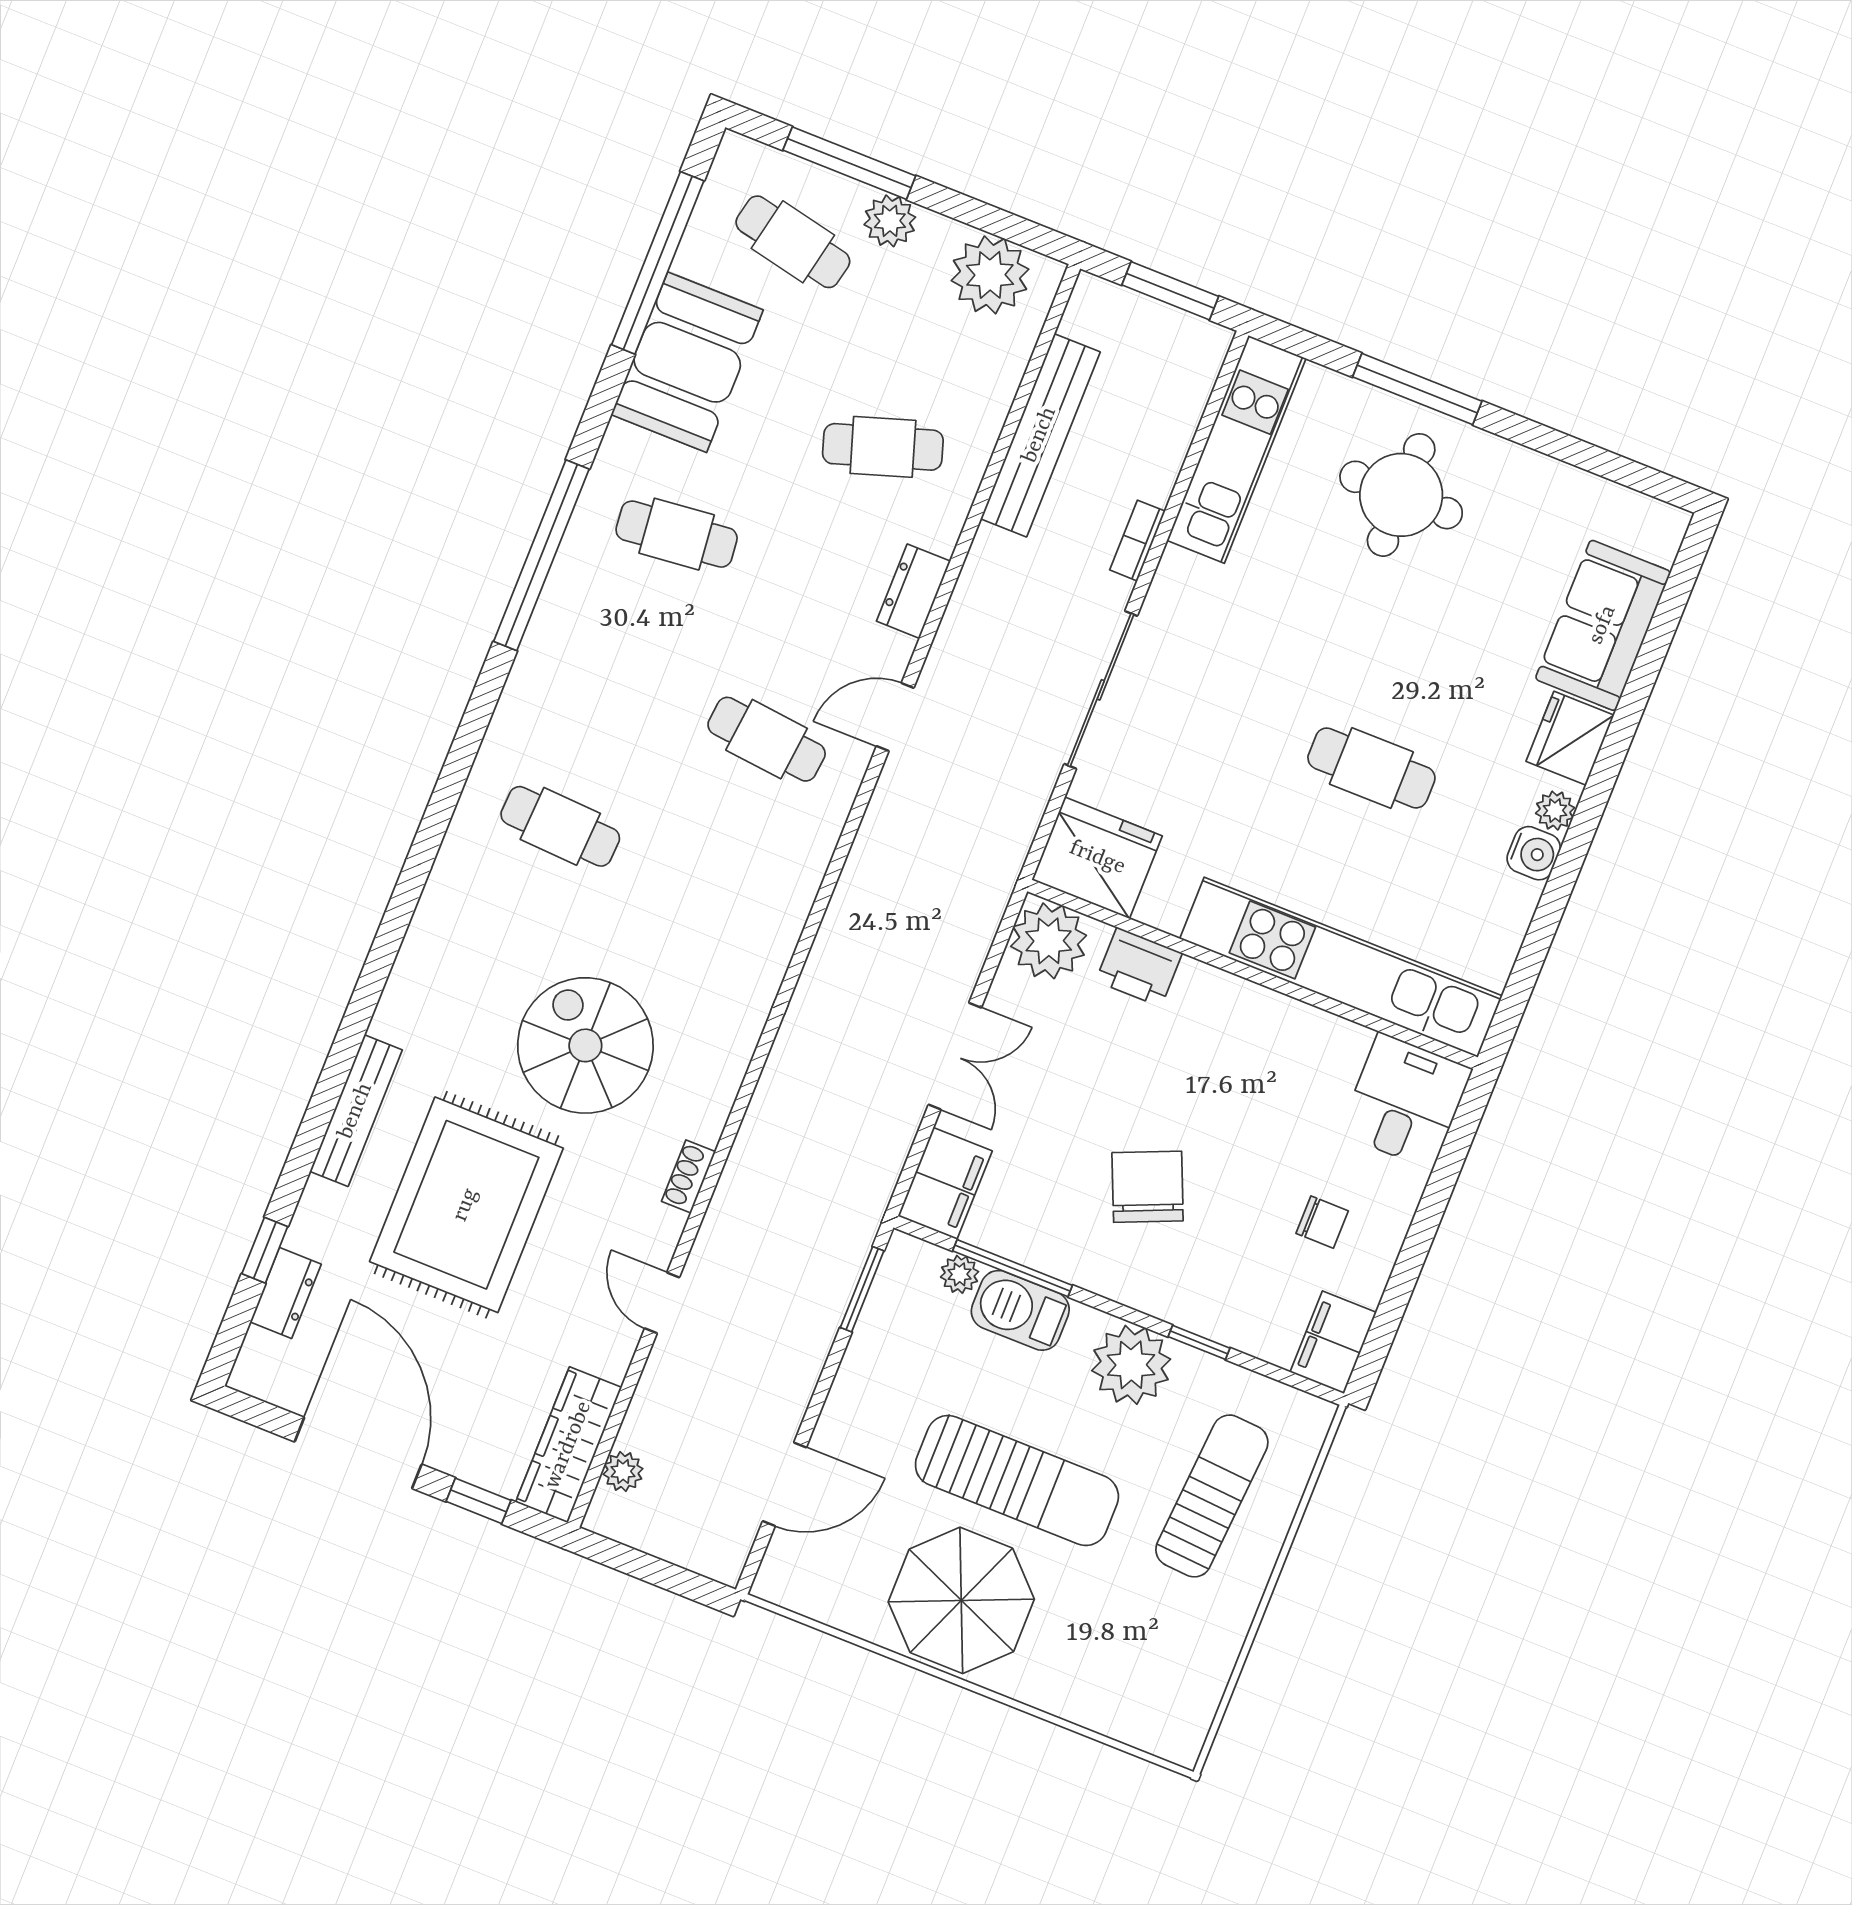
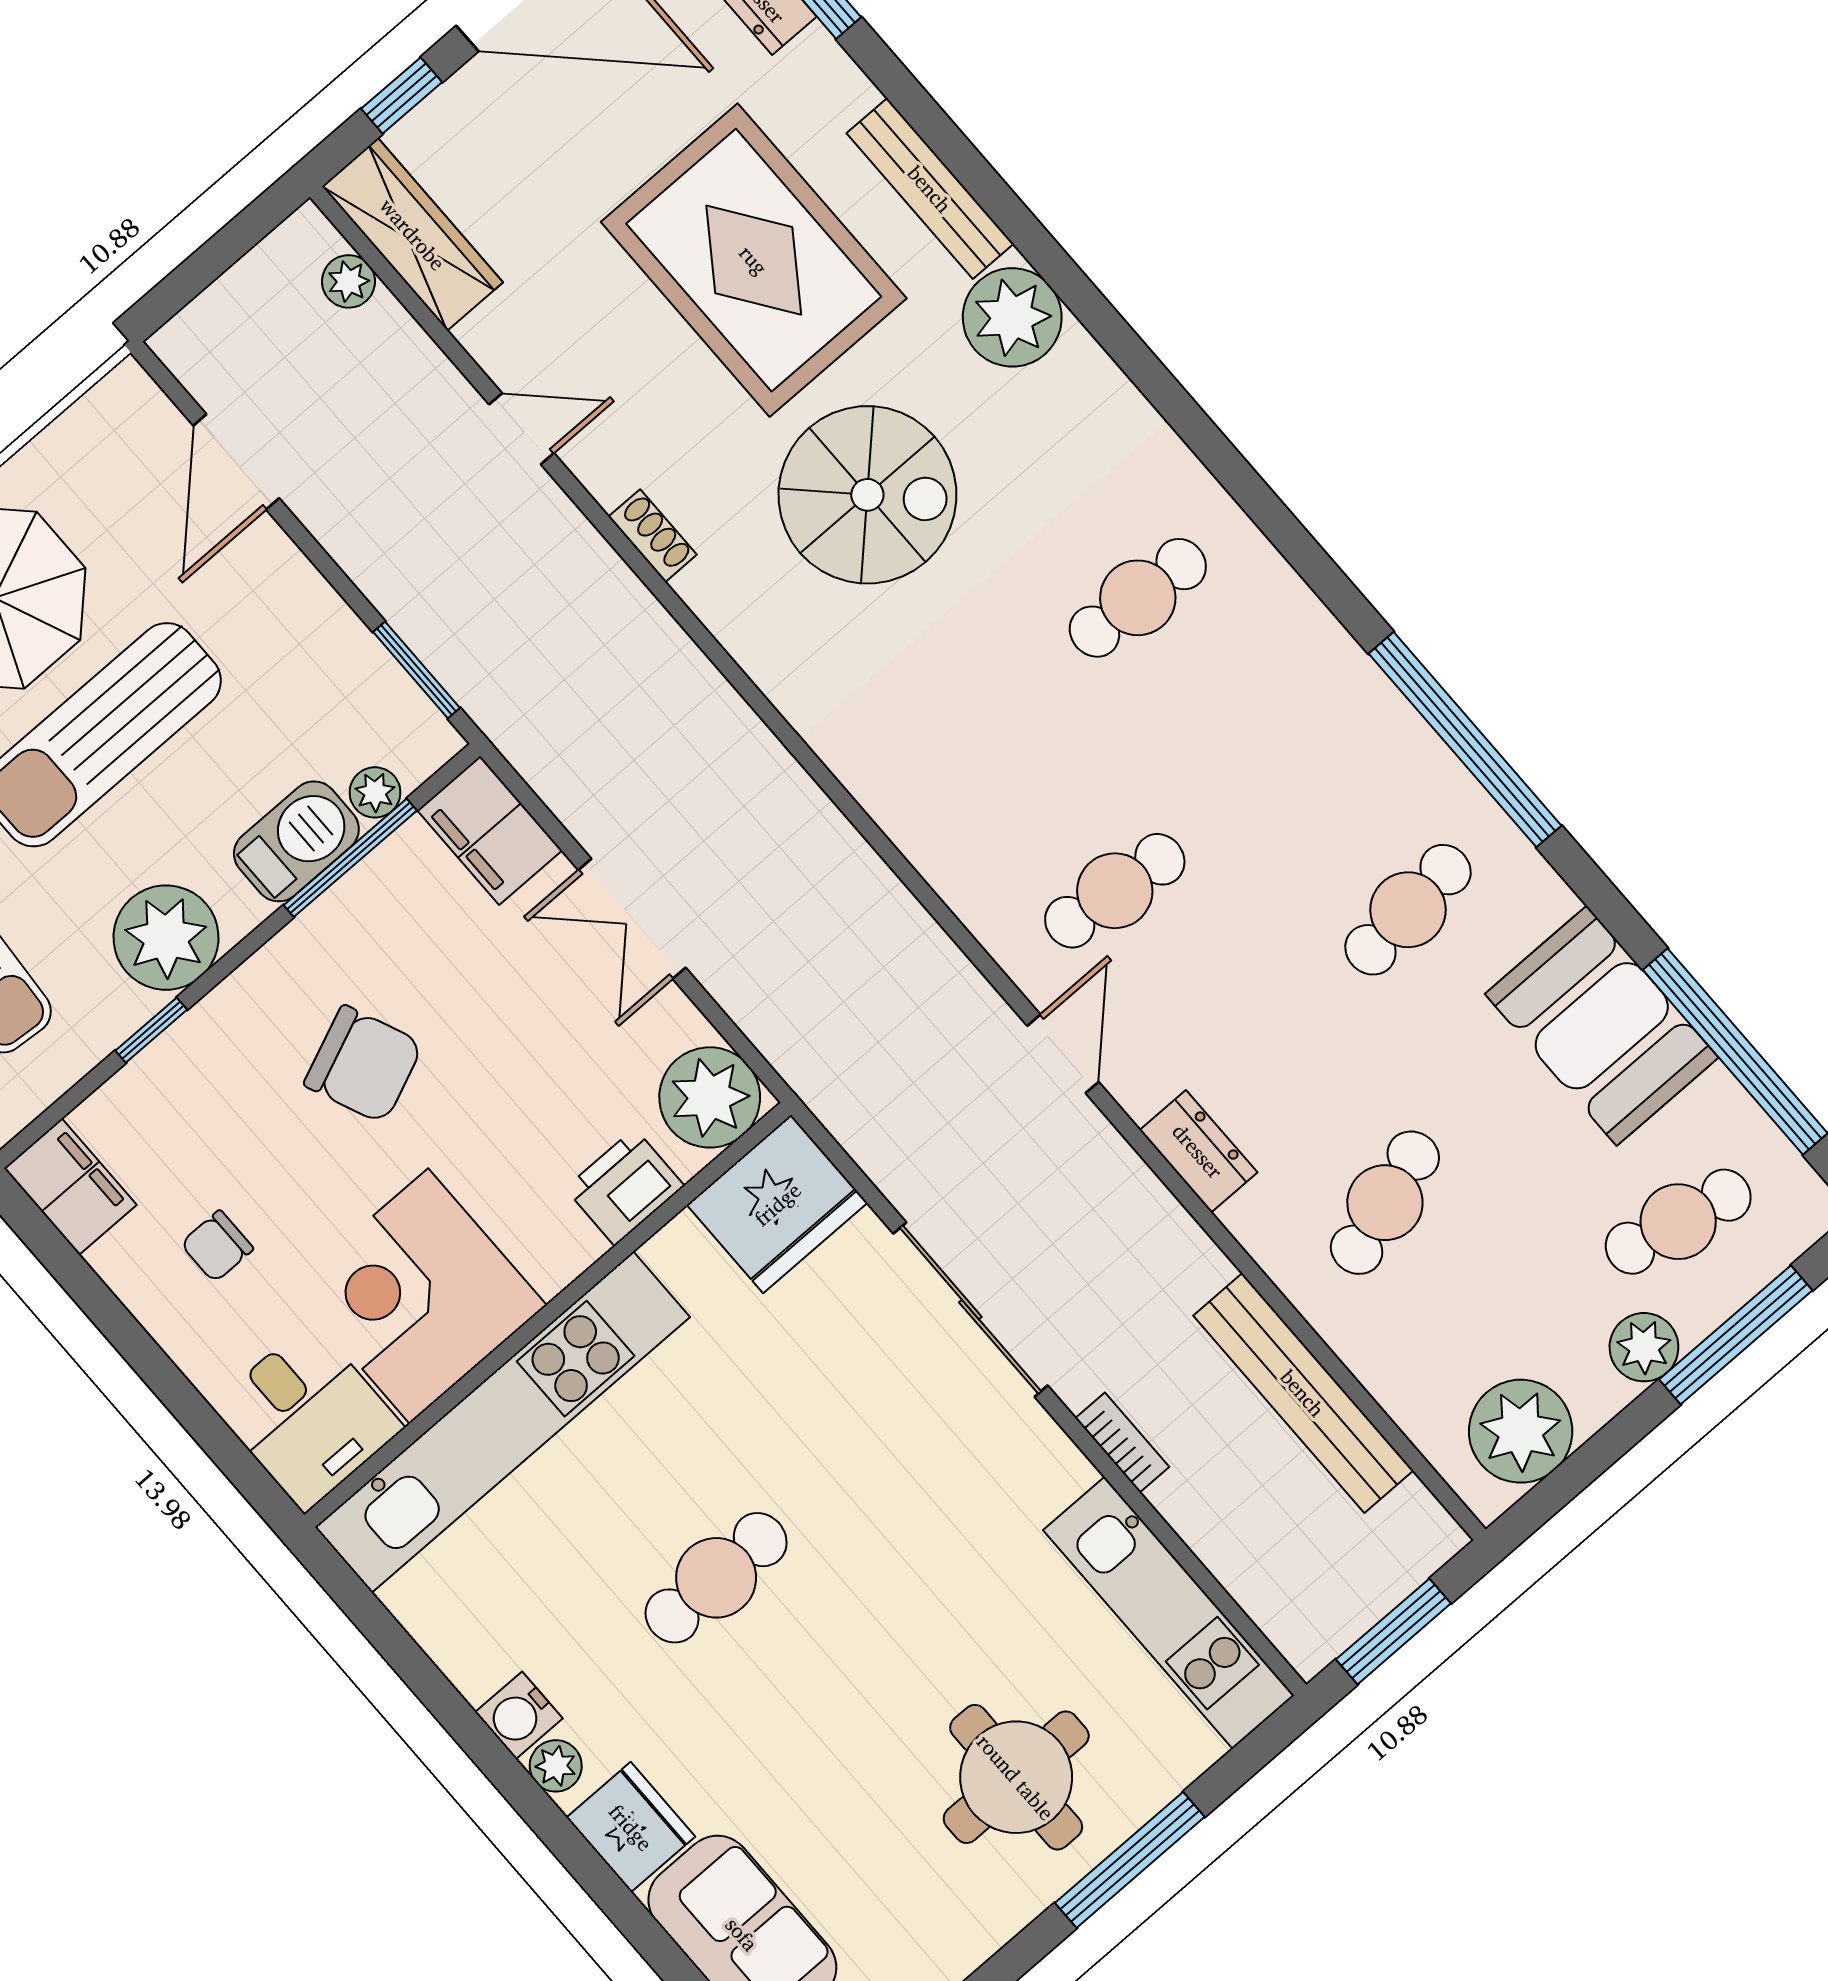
plant: (415, 1010) -> (1012, 317), added
corner desk: (1285, 1068) -> (419, 1296), added

